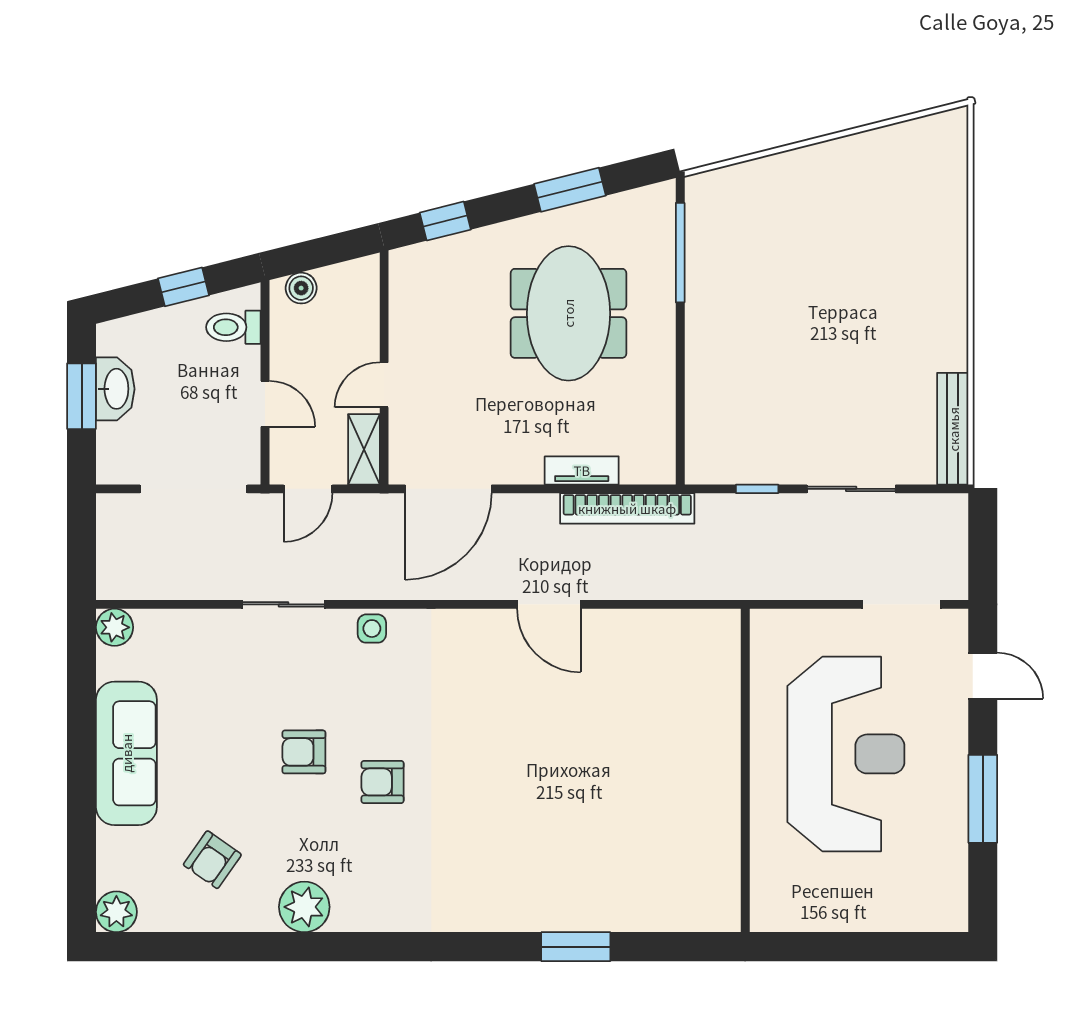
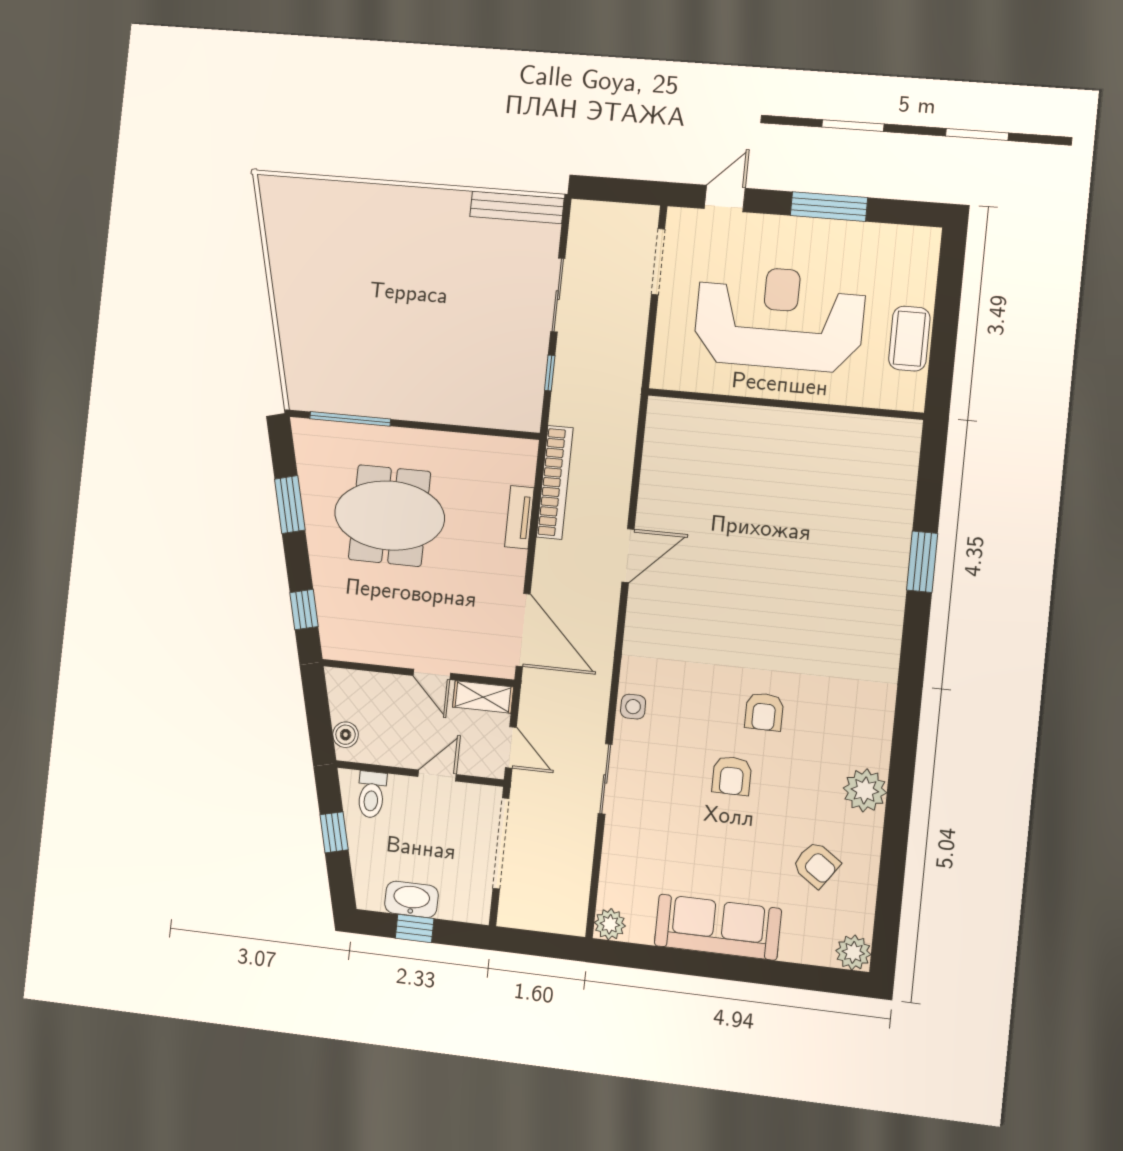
window: (82, 396) -> (415, 928), width x0.67
coffee table: (835, 907) -> (909, 339), added

